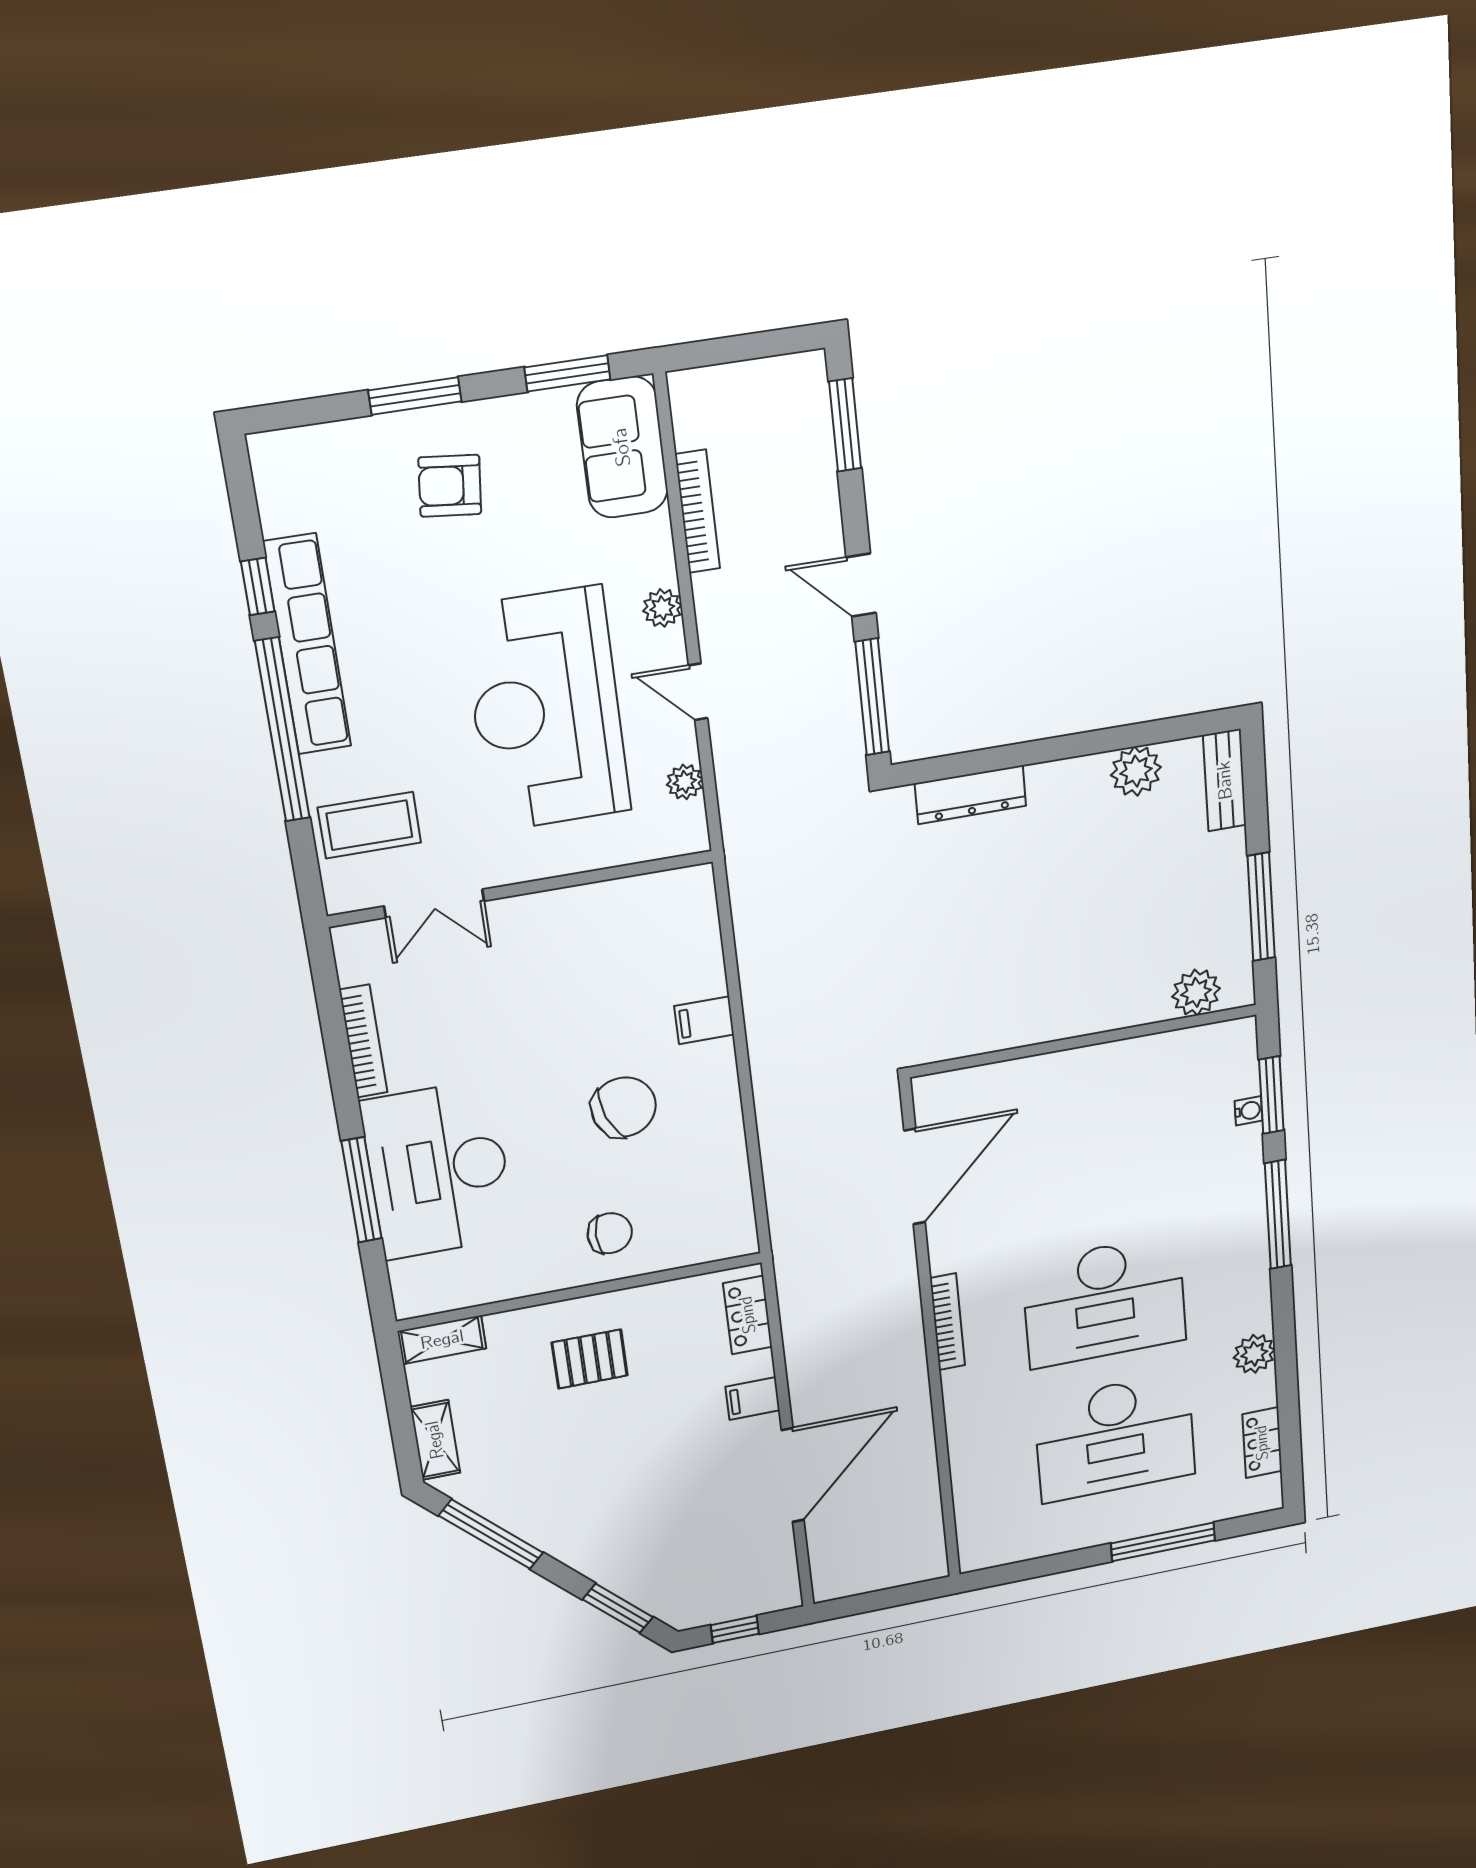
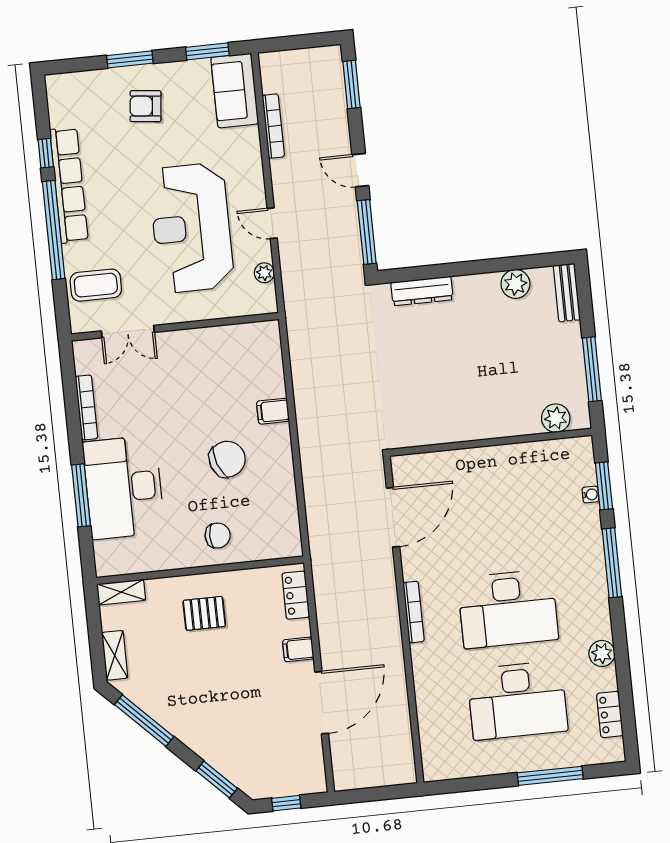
plant: (662, 608) -> (254, 176), removed

